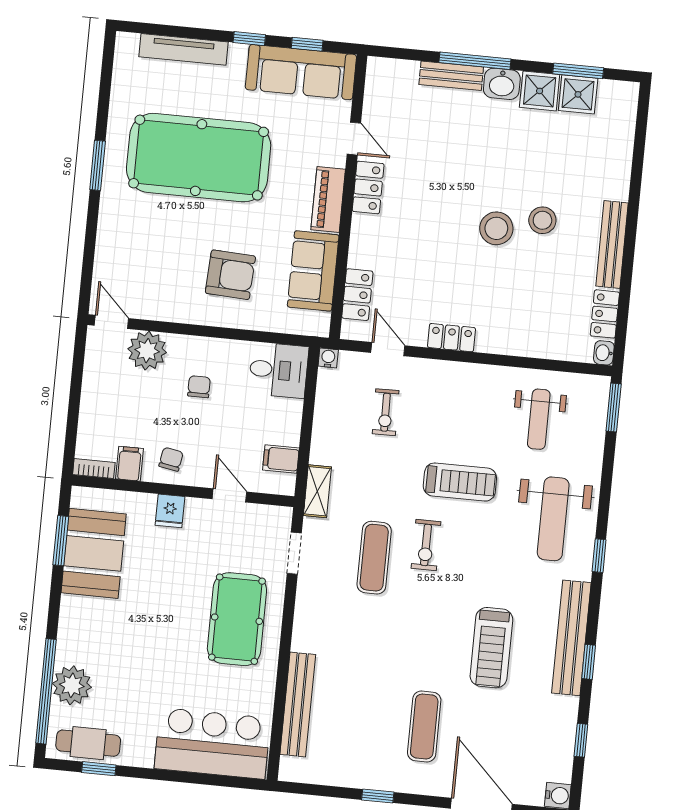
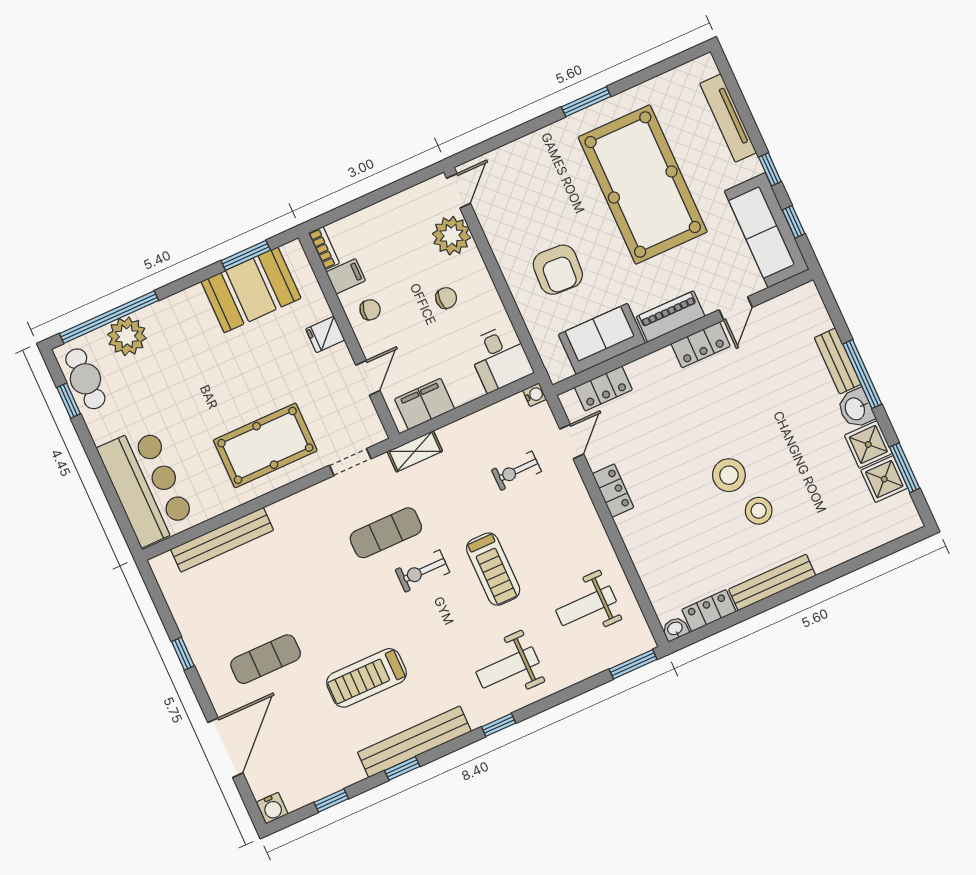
filing cabinet: (281, 459) -> (425, 404), width x2.00
weight bench: (553, 519) -> (508, 667), width x0.73, depth x0.75

